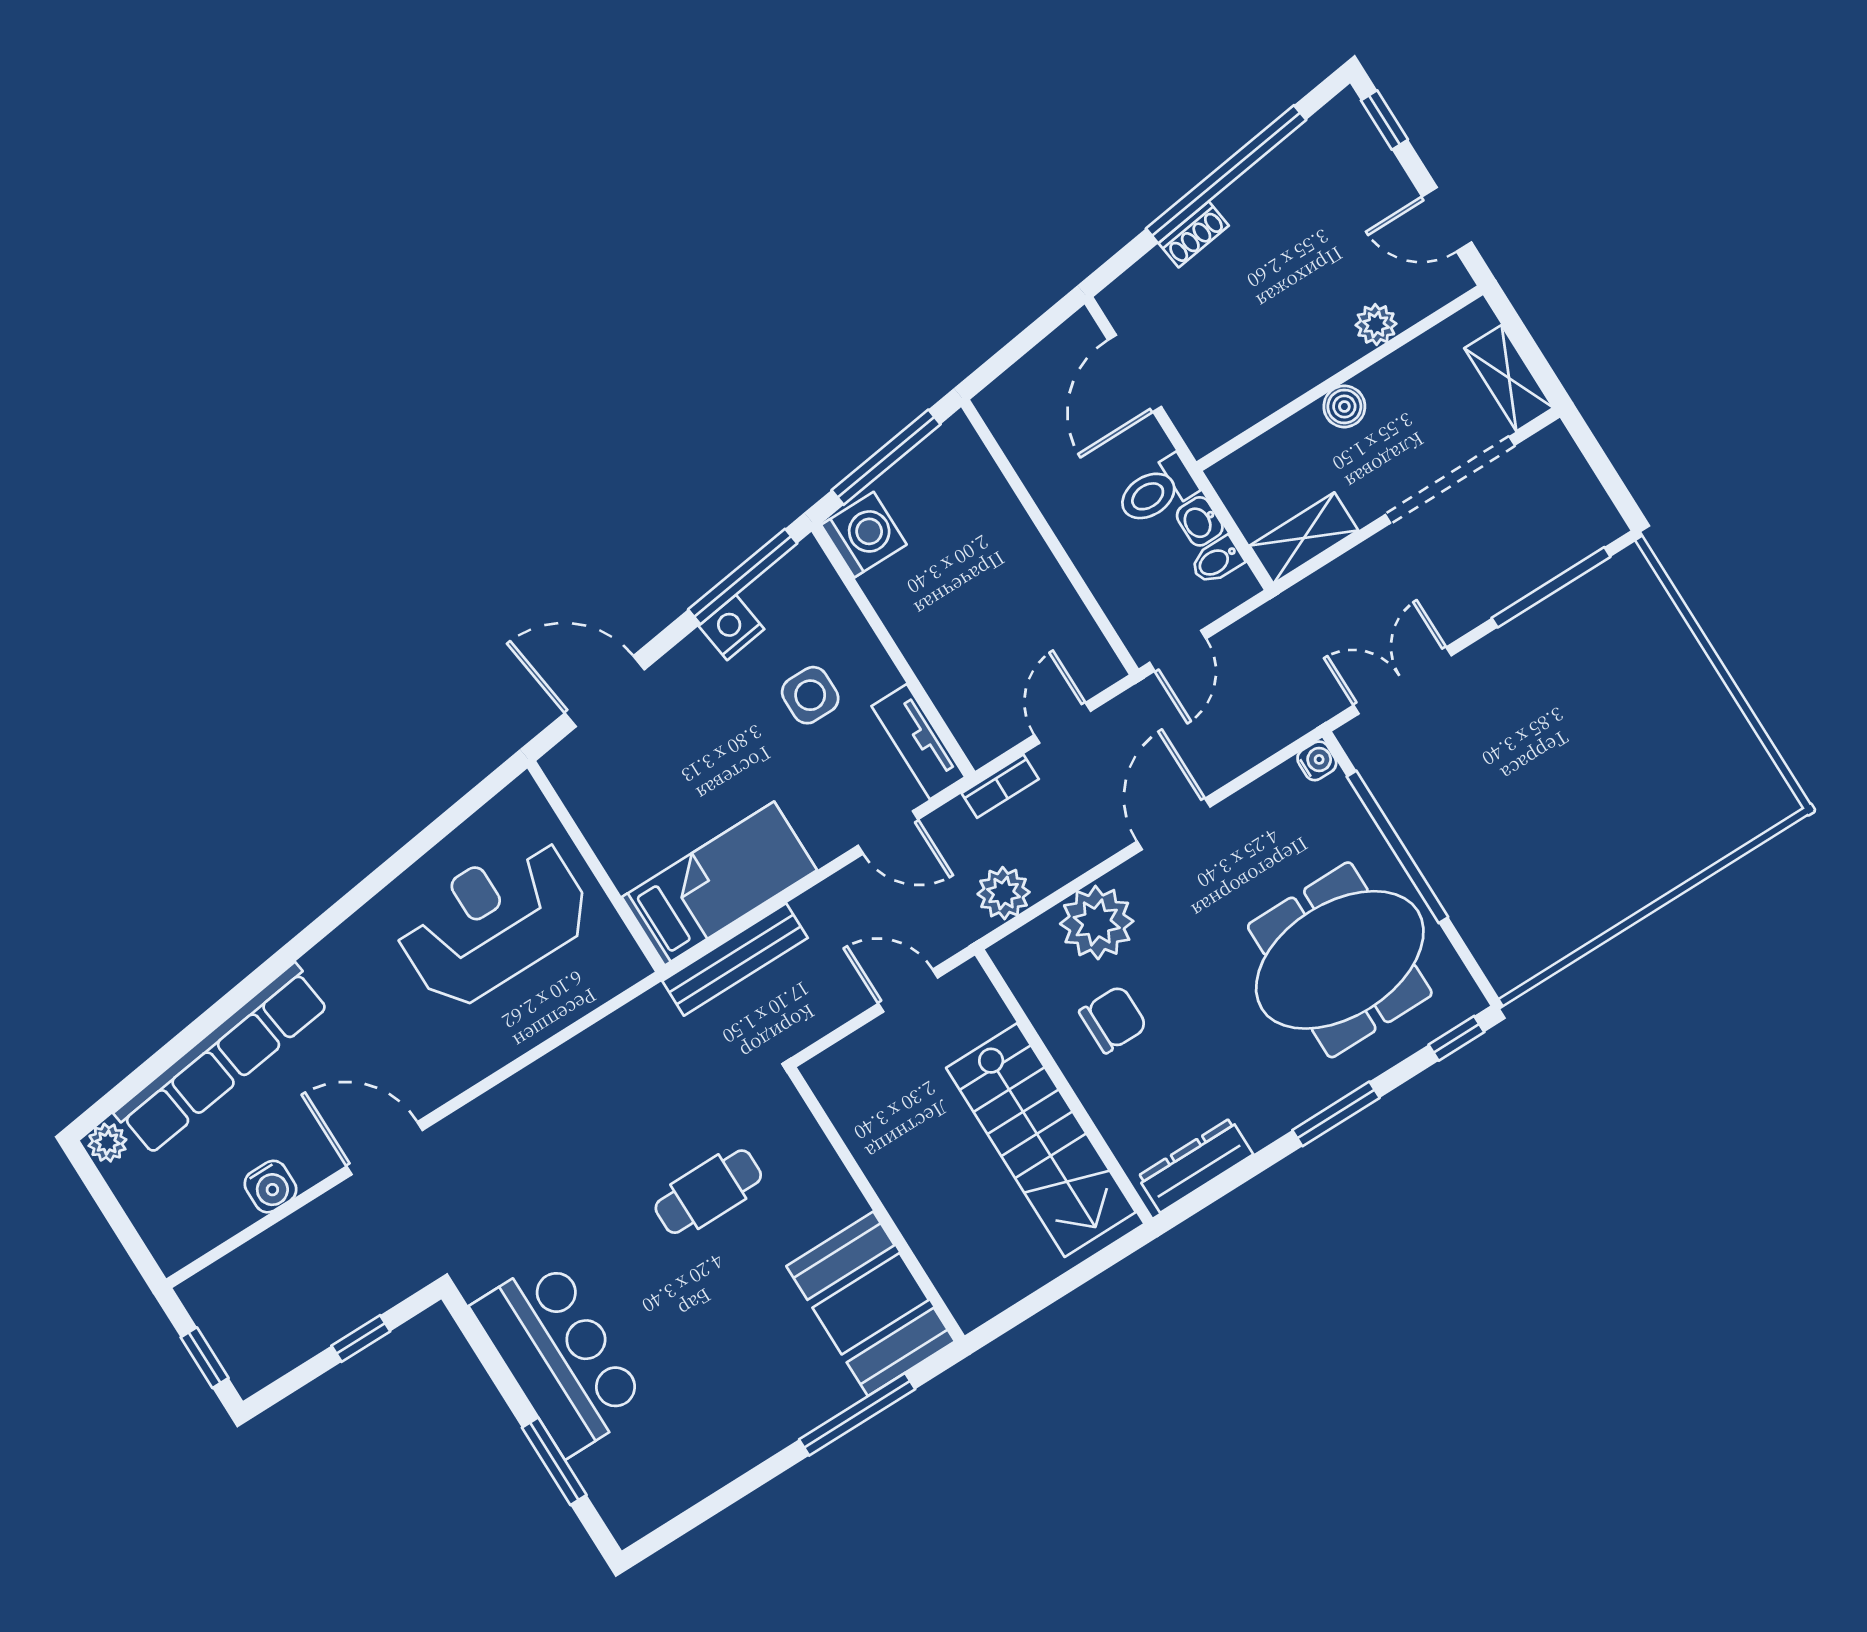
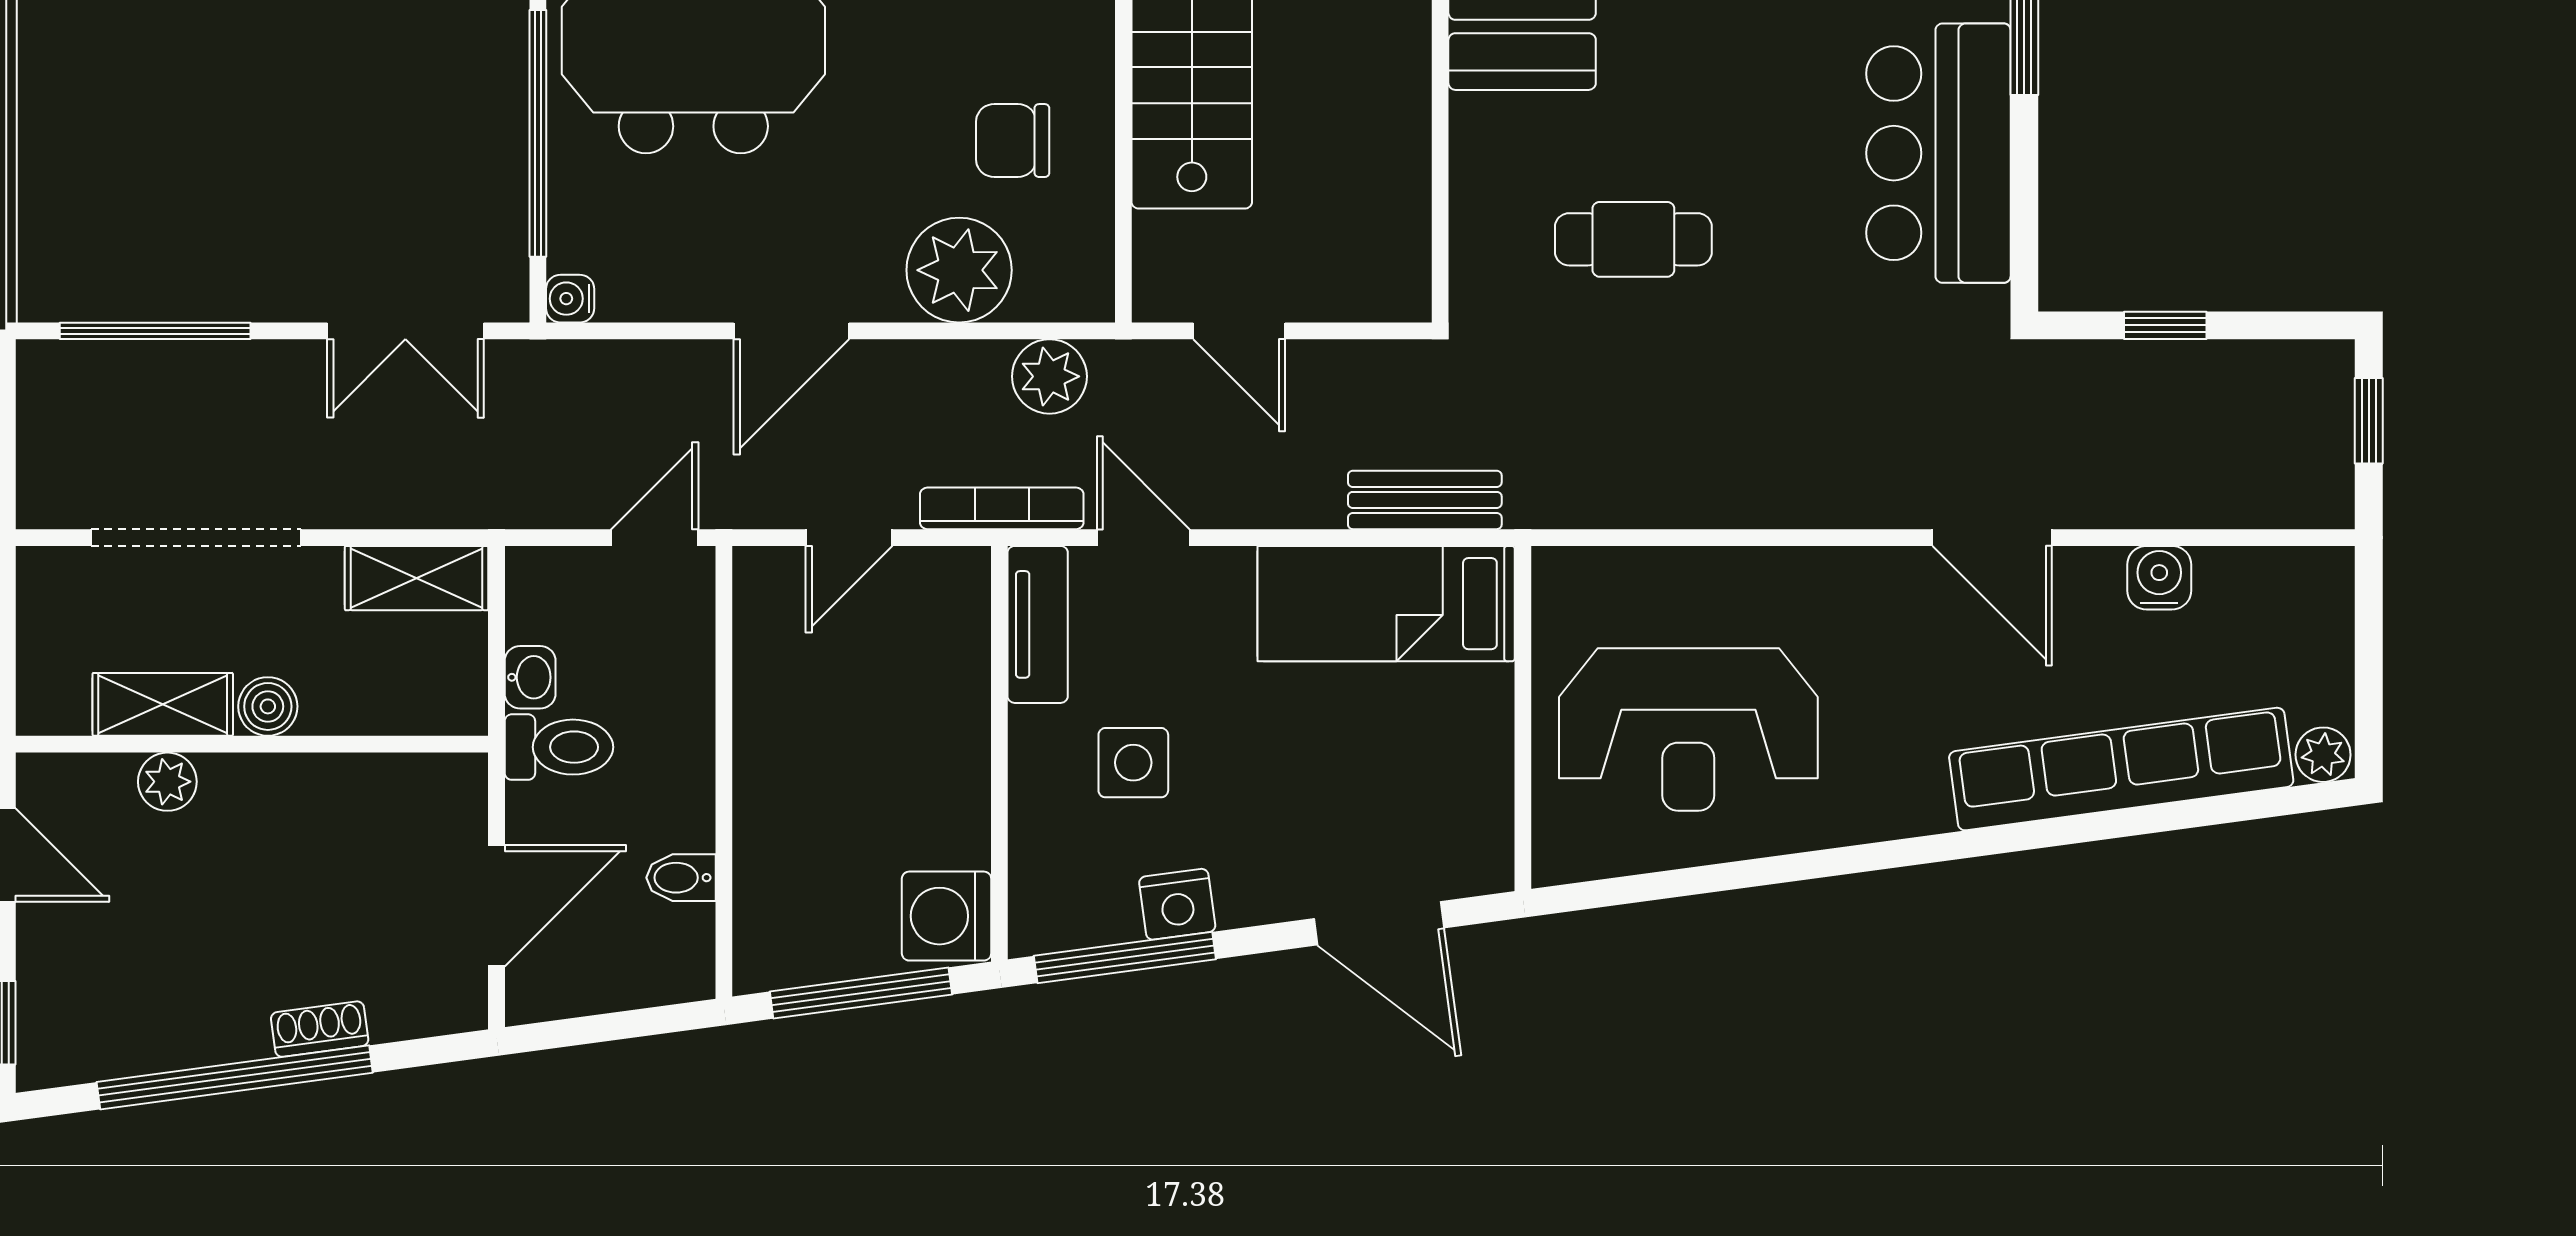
shelving: (1509, 378) -> (163, 704), moved, turned 90
bidet: (1217, 561) -> (681, 878), moved, turned 180
bookcase: (1000, 786) -> (1002, 508), width x1.56
bench: (735, 959) -> (1425, 500), width x0.73

